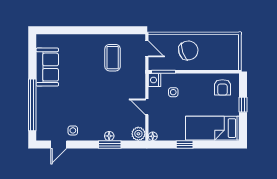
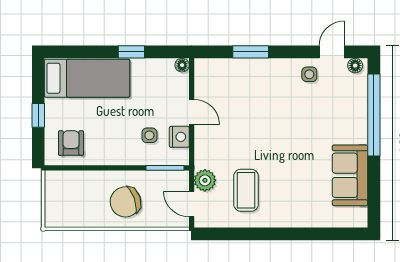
nightstand: (155, 80) -> (179, 137), moved
plant: (138, 134) -> (205, 180), moved
floor lamp: (109, 136) -> (355, 66), moved

